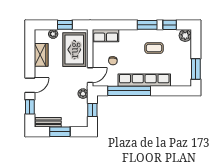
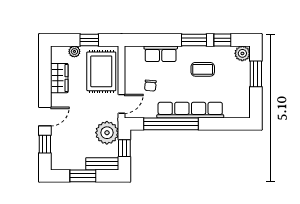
row of seats: (106, 36) -> (161, 54), moved
window: (196, 69) -> (256, 74), moved
plant: (83, 94) -> (107, 133), width x1.88, depth x1.88
bench: (48, 122) -> (102, 164), moved

